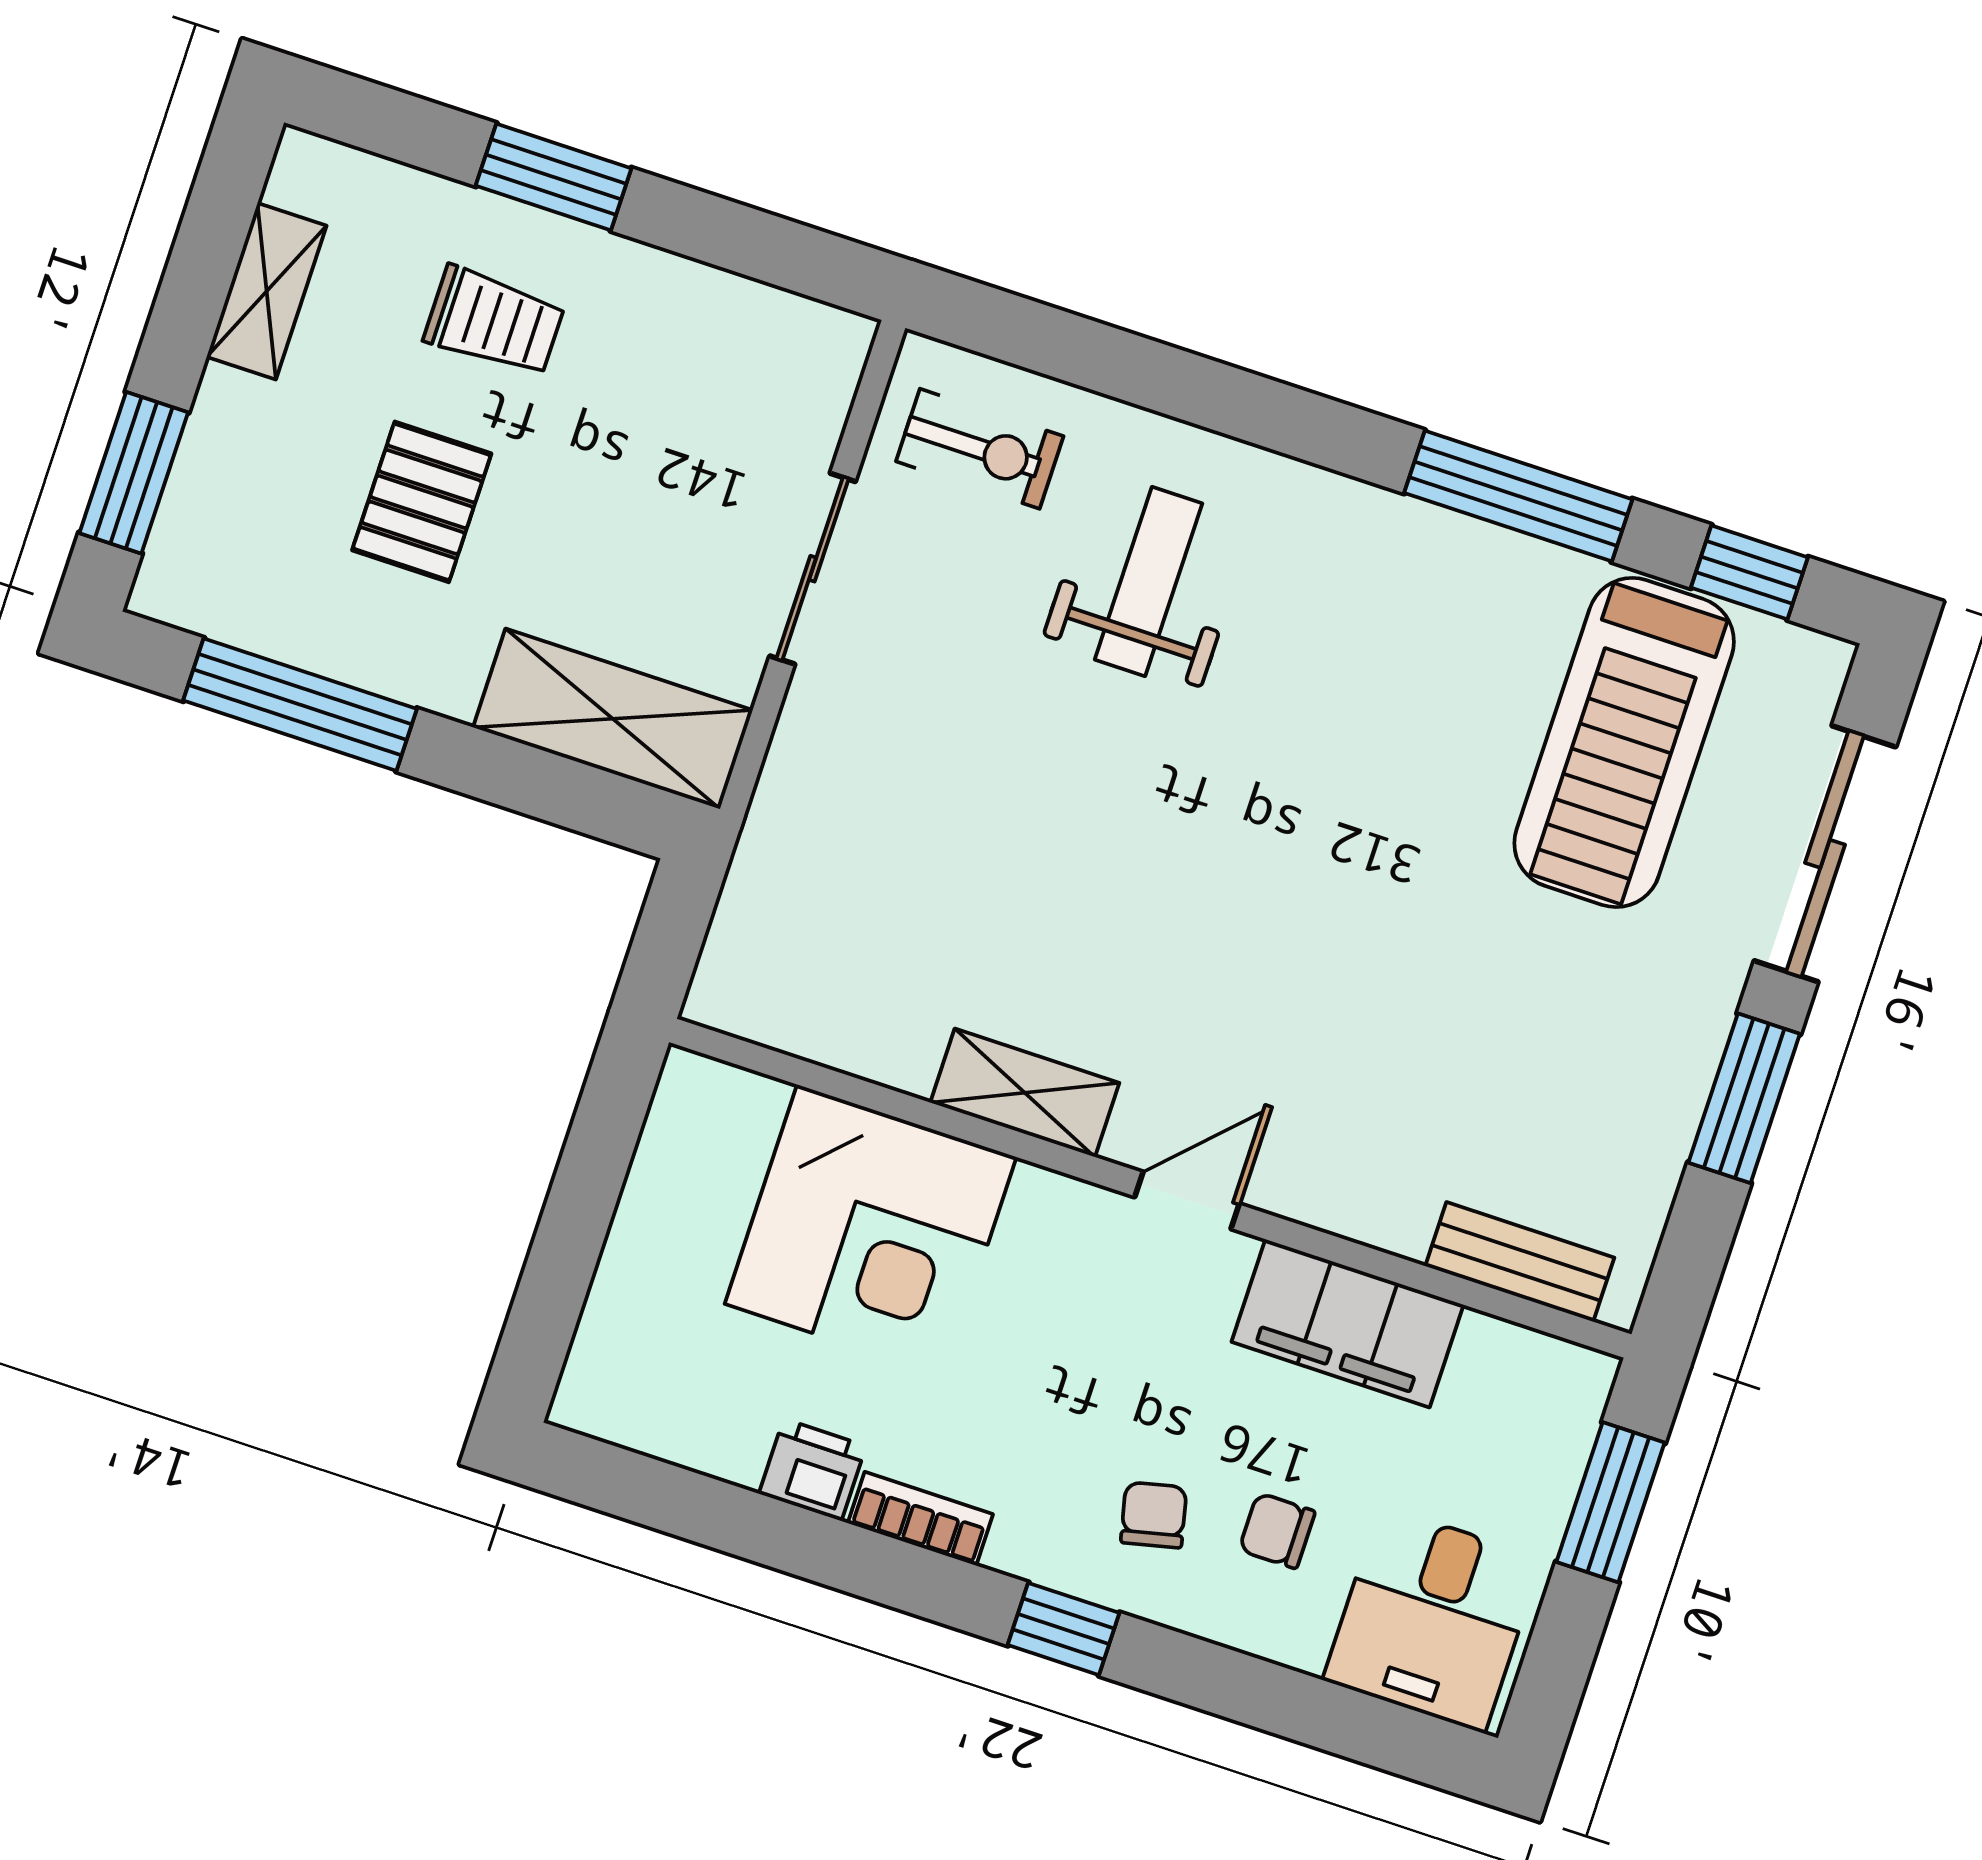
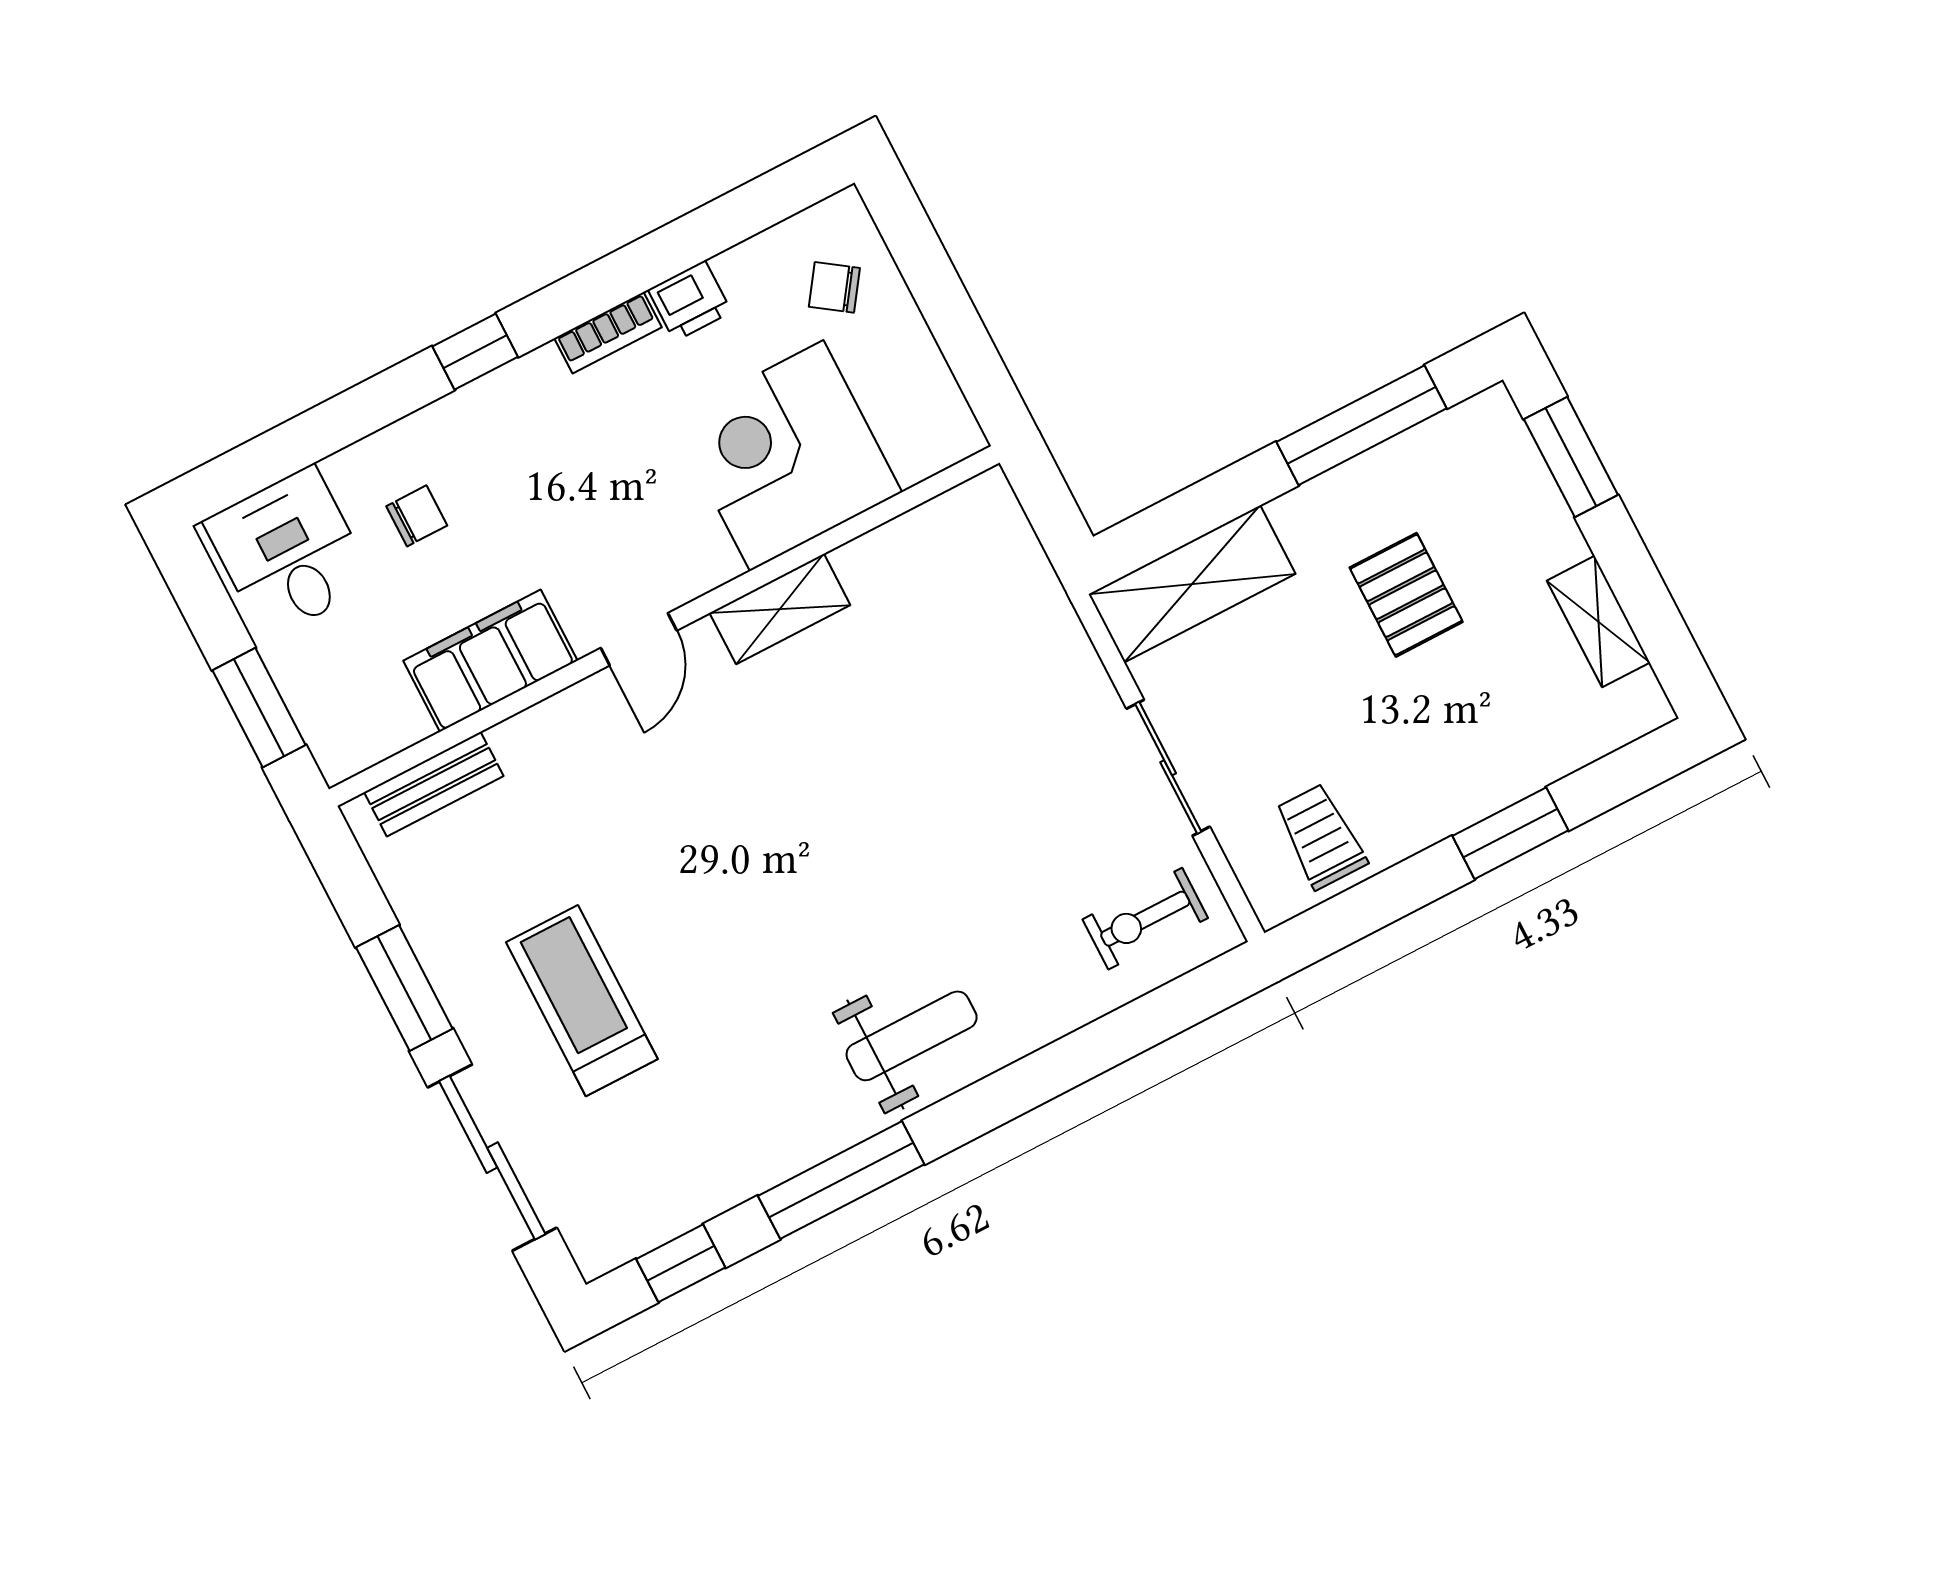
trolley: (494, 321) -> (1321, 836), moved, turned 90
weight bench: (1149, 582) -> (912, 1036), moved, turned -90
treadmill: (1624, 742) -> (582, 1001), moved, width x0.73, depth x0.73
chair: (1154, 1515) -> (834, 287), moved, turned 138

